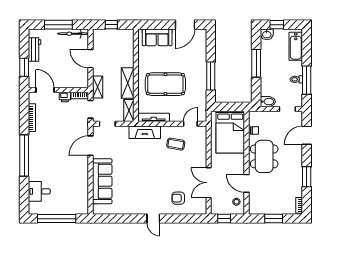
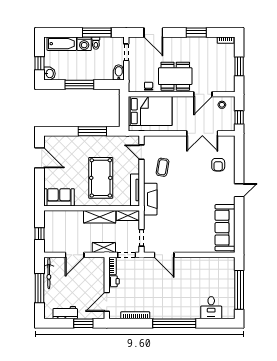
sofa: (157, 37) -> (59, 197), moved, turned -90
washing machine: (296, 68) -> (84, 44), added
sofa: (102, 181) -> (225, 228), moved, turned -90

